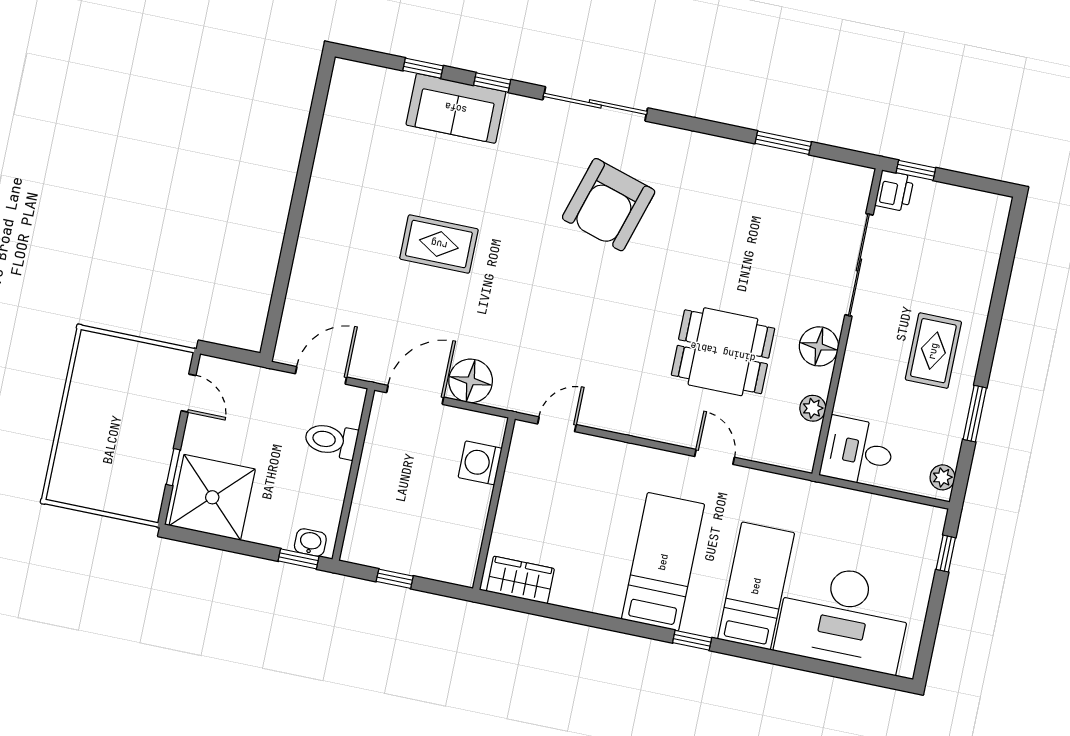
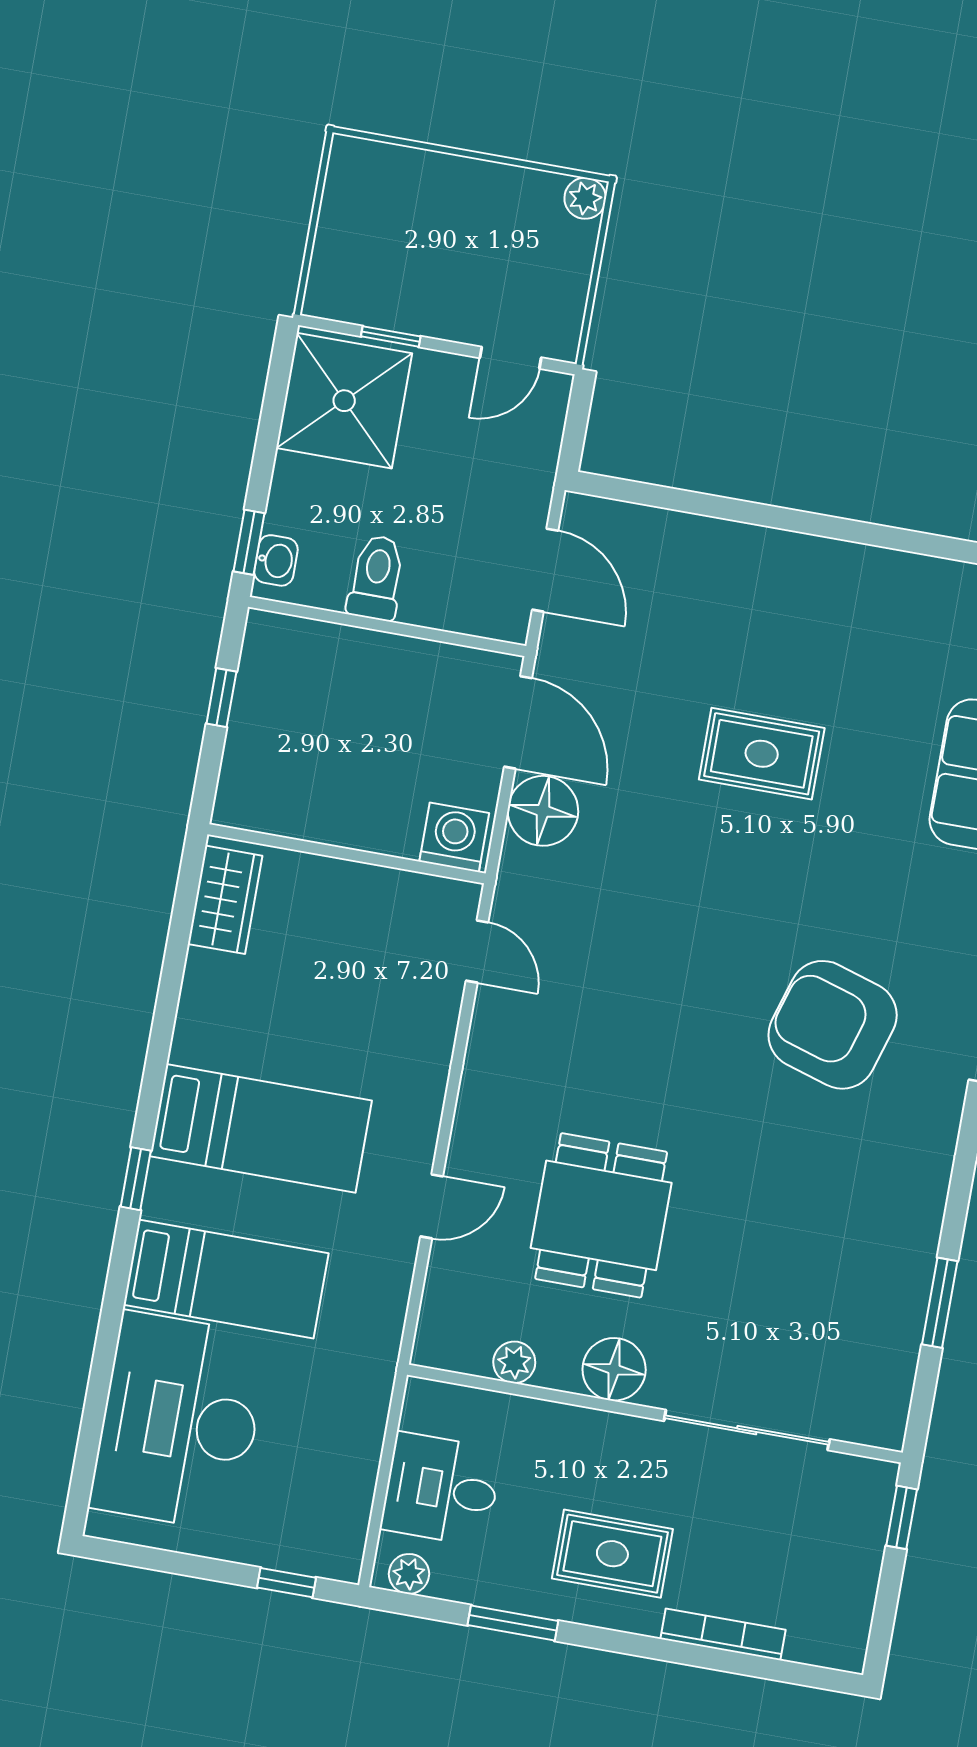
printer: (894, 191) -> (868, 1484), removed
rug: (439, 244) -> (762, 754), turned 90
bookcase: (985, 283) -> (723, 1634), added
plant: (91, 344) -> (585, 198), added
toilet: (331, 440) -> (376, 578), moved
desk: (858, 452) -> (441, 1489), moved, turned -90
washing machine: (480, 463) -> (454, 837), moved

